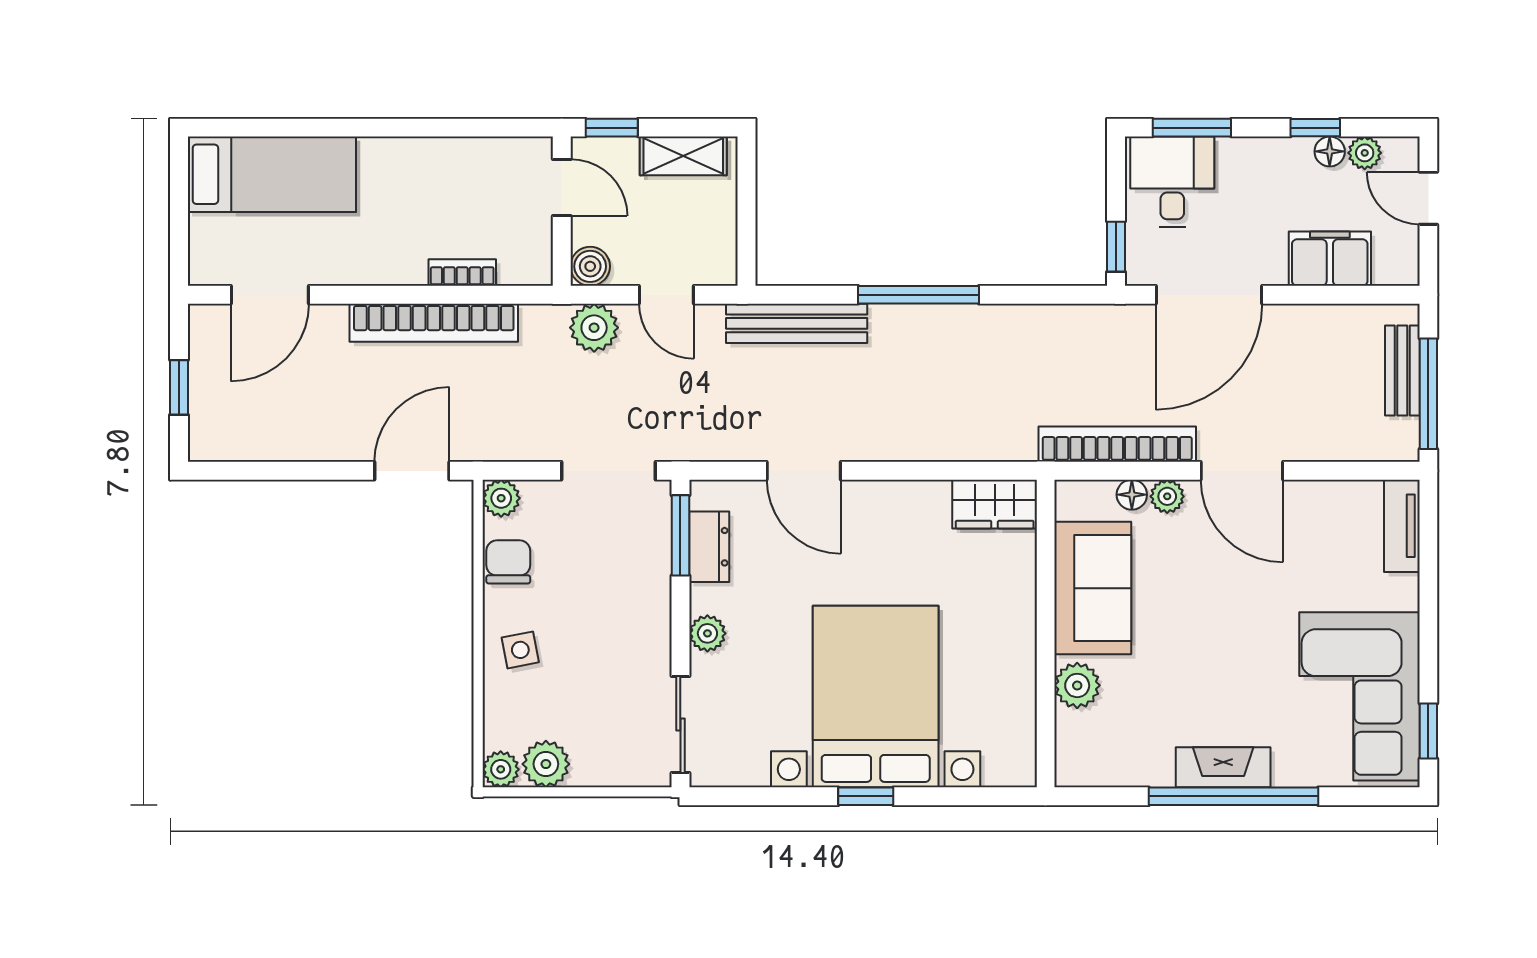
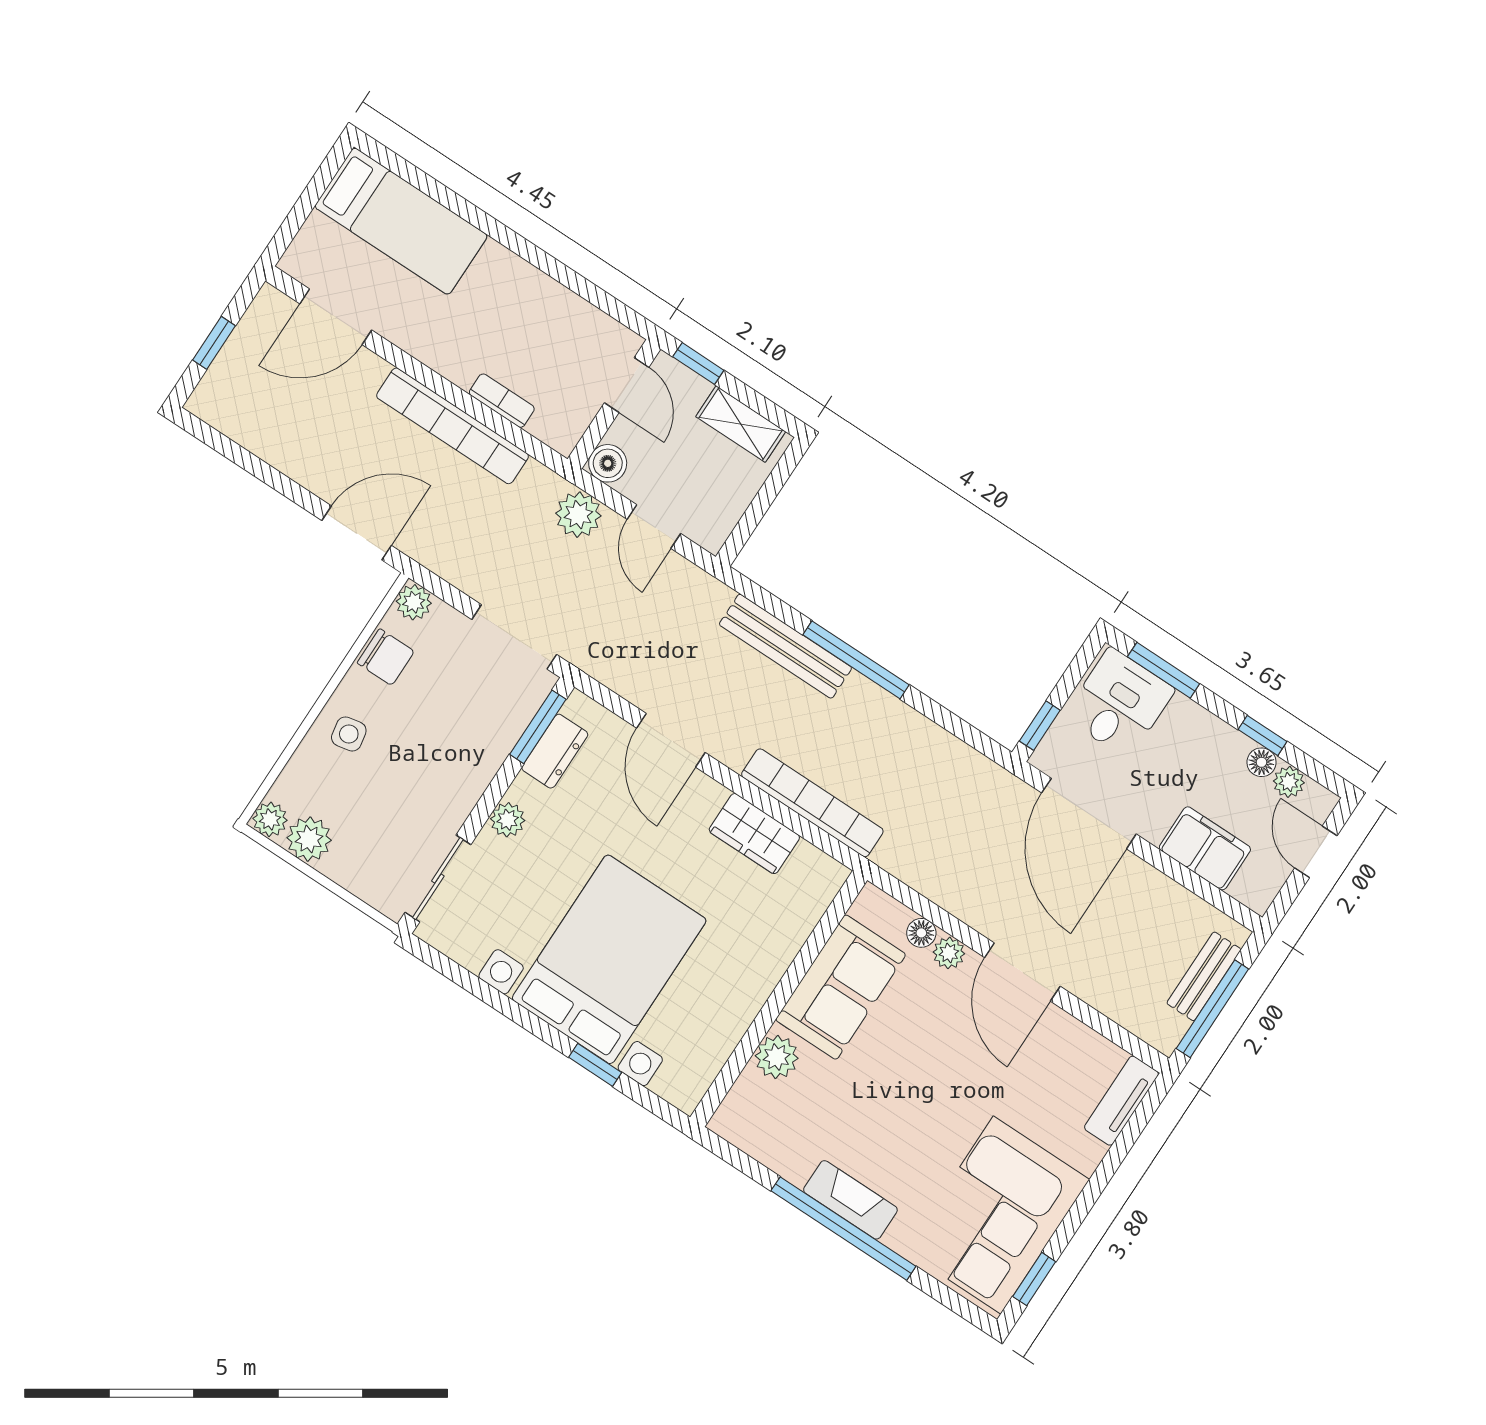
door: (1209, 295) -> (1089, 813), hinge flipped
bench: (797, 323) -> (785, 646), moved
bookcase: (1117, 444) -> (812, 803), moved
wardrobe: (995, 504) -> (754, 834), moved
chair: (508, 562) -> (386, 657), turned 90
window: (866, 796) -> (595, 1065), moved

